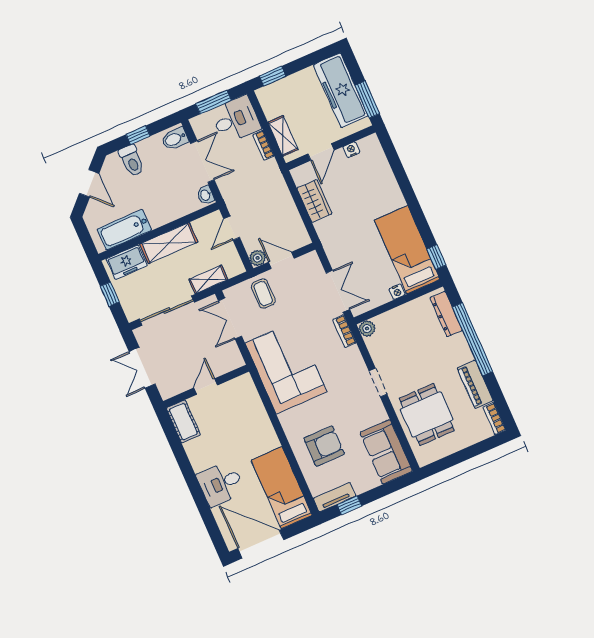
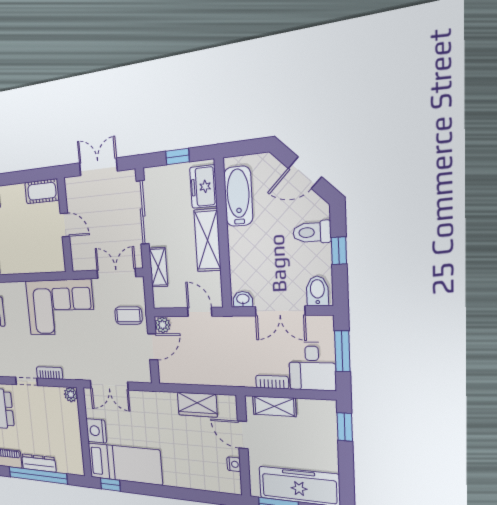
nightstand: (397, 292) -> (96, 431), width x1.89, depth x1.79
dresser: (446, 314) -> (39, 463), moved
bookcase: (344, 331) -> (50, 373), moved

